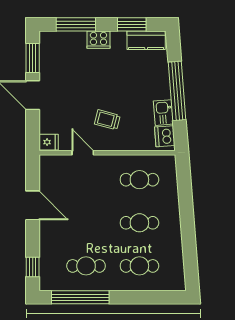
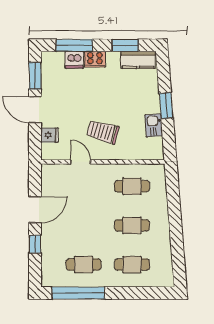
window: (177, 91) -> (166, 106), width x0.47
trolley: (107, 120) -> (103, 132), width x1.36, depth x1.39
dishwasher: (165, 136) -> (74, 60), moved, turned -86
fridge: (49, 142) -> (50, 135), moved
door: (33, 205) -> (35, 210), hinge flipped
window: (33, 267) -> (35, 244), moved

